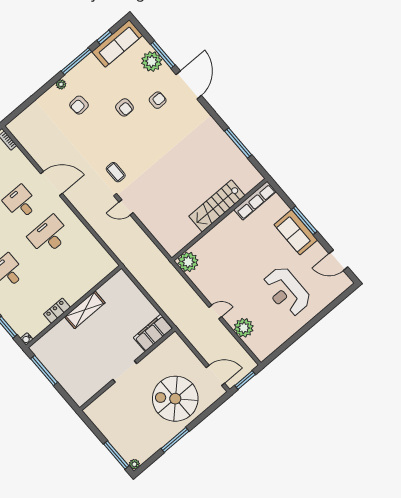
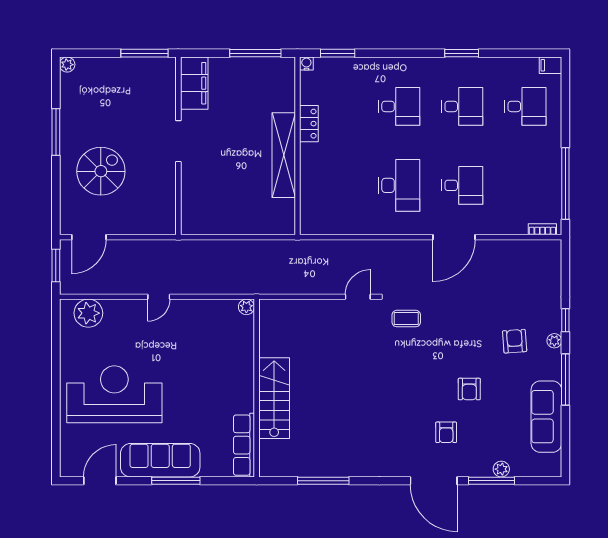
window: (104, 37) -> (565, 320), moved
sofa: (117, 43) -> (546, 417), moved
plant: (152, 61) -> (501, 469), width x0.53, depth x0.53
armchair: (124, 107) -> (469, 389), turned -90
sofa: (296, 232) -> (160, 460), width x1.36
plant: (188, 262) -> (246, 307), width x0.53, depth x0.53
reception desk: (286, 292) -> (114, 394), width x1.36, depth x1.30
shelving: (85, 310) -> (284, 155), width x1.47
plant: (244, 328) -> (88, 313), moved
filing cabinet: (153, 333) -> (194, 83), moved
spiral stairs: (175, 399) -> (101, 171), width x0.73, depth x0.73
window: (116, 455) -> (145, 53), moved

